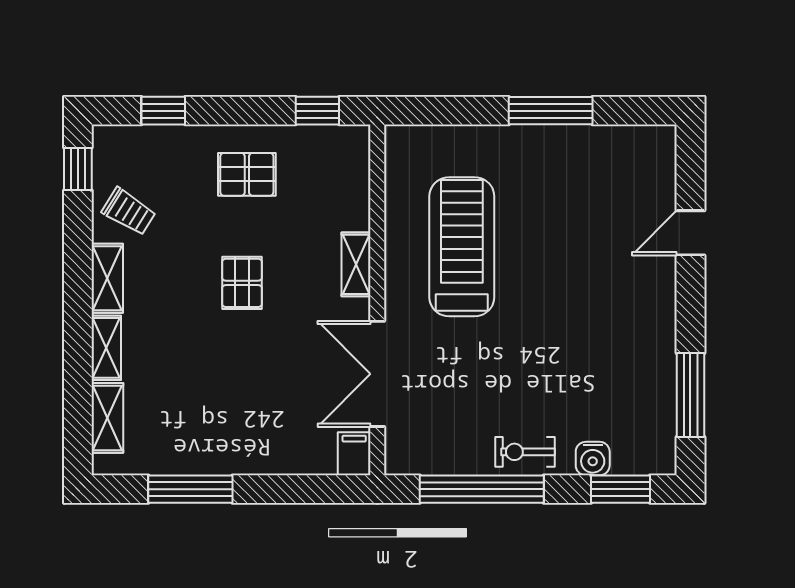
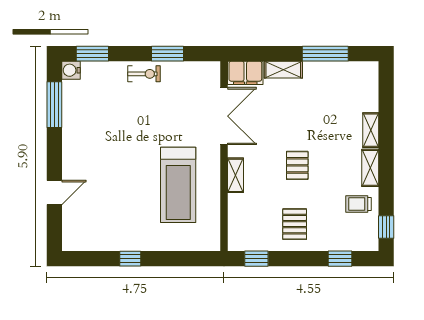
window: (551, 111) -> (130, 259), width x0.46
pallet: (247, 174) -> (295, 224), turned 90
trolley: (129, 212) -> (359, 204), turned -32
shelving: (107, 418) -> (283, 70), moved, turned 90
filing cabinet: (354, 454) -> (245, 73), width x2.00
water cooler: (593, 459) -> (71, 70), moved, turned -90
window: (482, 489) -> (167, 54), width x0.47

